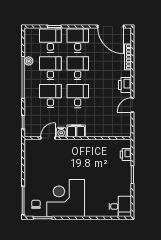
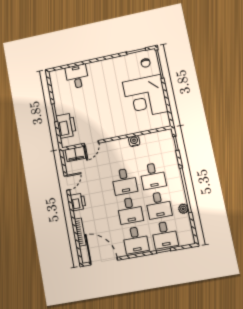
filing cabinet: (76, 131) -> (75, 154), moved
door: (48, 138) -> (91, 143), moved
printer: (126, 154) -> (66, 126), width x1.87, depth x1.48
corner desk: (66, 198) -> (145, 97), moved, turned 90
desk: (120, 206) -> (77, 76), moved, turned 90

